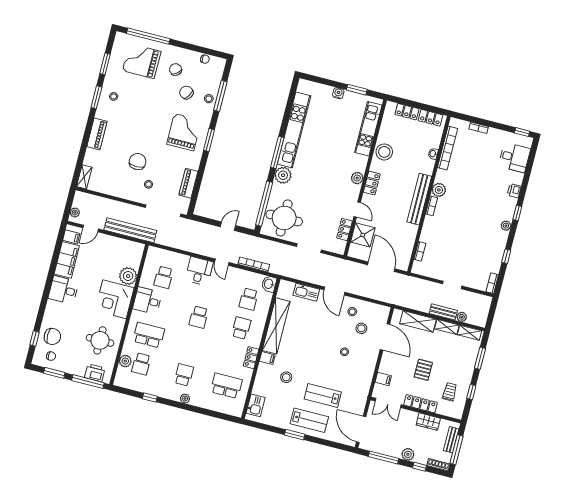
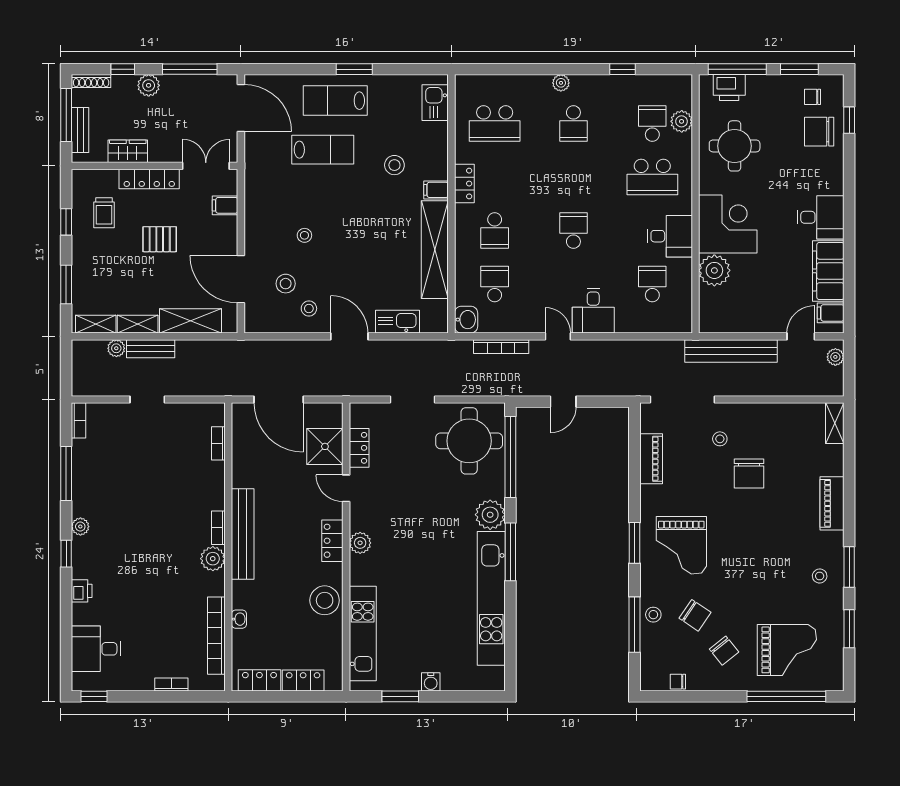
window: (506, 256) -> (66, 473), width x2.17
pallet: (423, 370) -> (160, 239), turned 90

